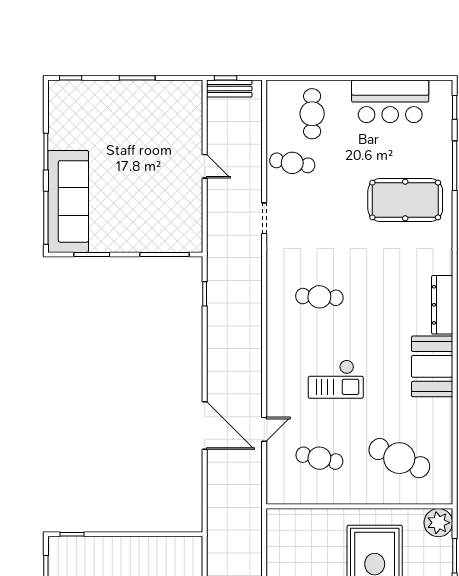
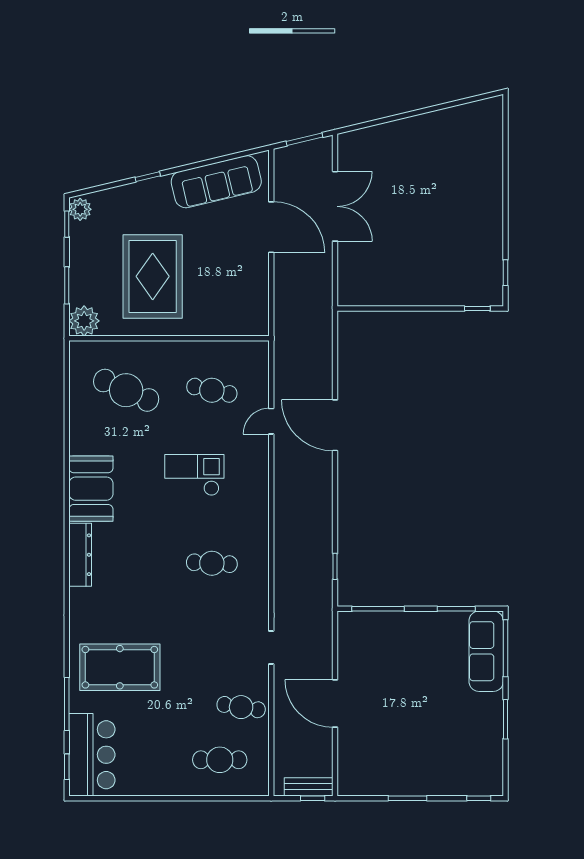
bar counter: (390, 101) -> (92, 755), moved, turned 90
cafe table: (312, 114) -> (220, 760), turned 90
door: (205, 166) -> (335, 704), width x1.87
sofa: (68, 201) -> (486, 651), width x0.74, depth x0.79

